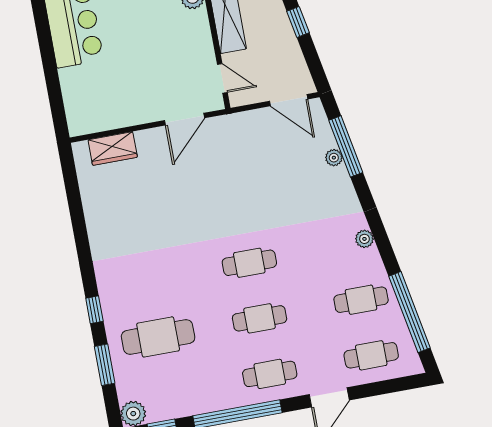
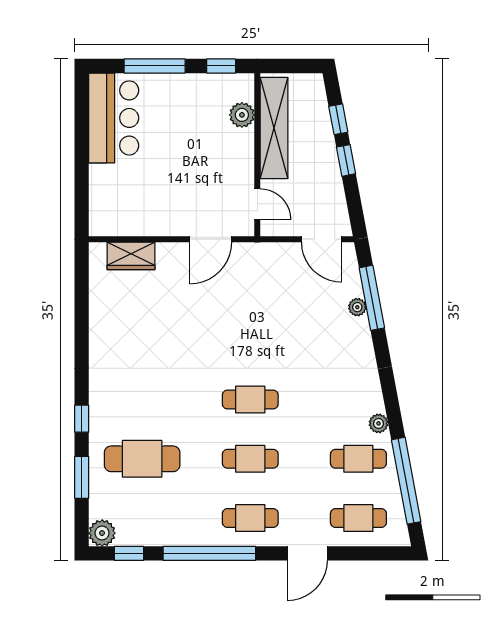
plant: (364, 239) -> (379, 423), moved

